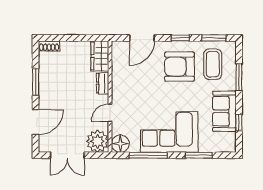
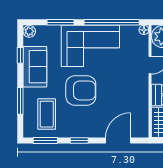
armchair: (179, 67) -> (81, 90), moved
floor lamp: (120, 144) -> (144, 30), width x0.53, depth x0.53
plant: (230, 146) -> (29, 31), added
window: (148, 155) -> (112, 22), width x1.46

